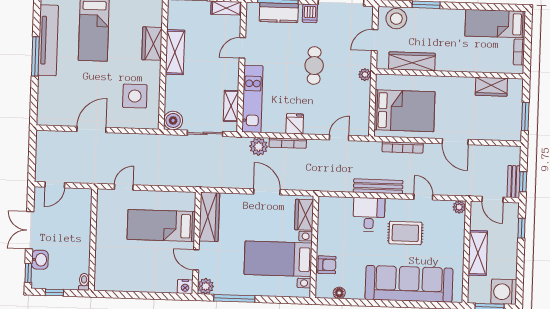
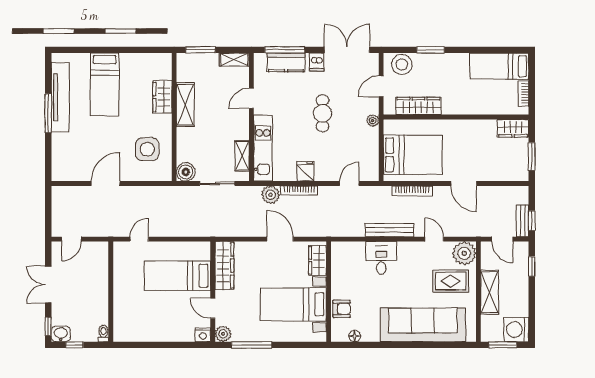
wardrobe: (491, 87) -> (513, 128), moved
plant: (459, 207) -> (464, 253), width x1.88, depth x1.88
rug: (405, 233) -> (451, 281), moved
washbasin: (40, 260) -> (61, 334), moved, turned -90

